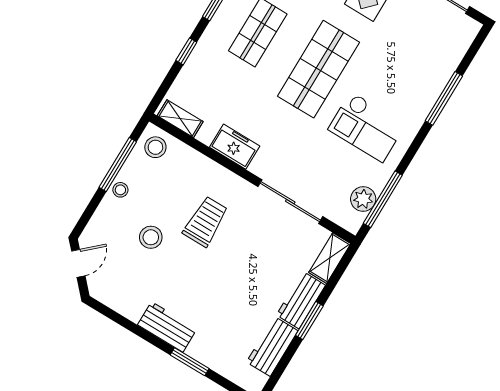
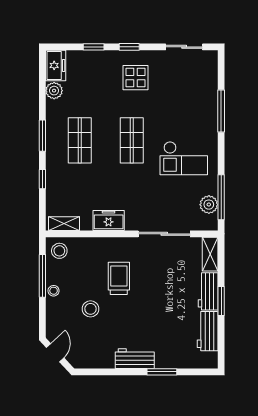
shop shelf: (319, 69) -> (132, 140), width x0.70, depth x0.74

